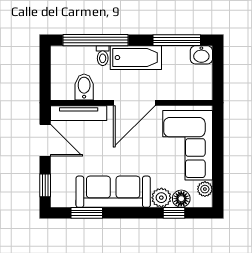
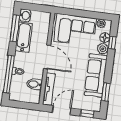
bathtub: (136, 58) -> (24, 37), moved

